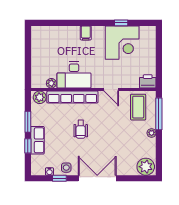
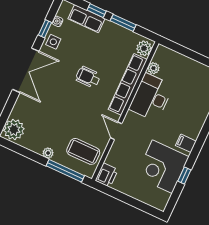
filing cabinet: (86, 33) -> (186, 143), moved
door: (111, 90) -> (116, 131), hinge flipped
row of seats: (37, 140) -> (86, 19), moved

